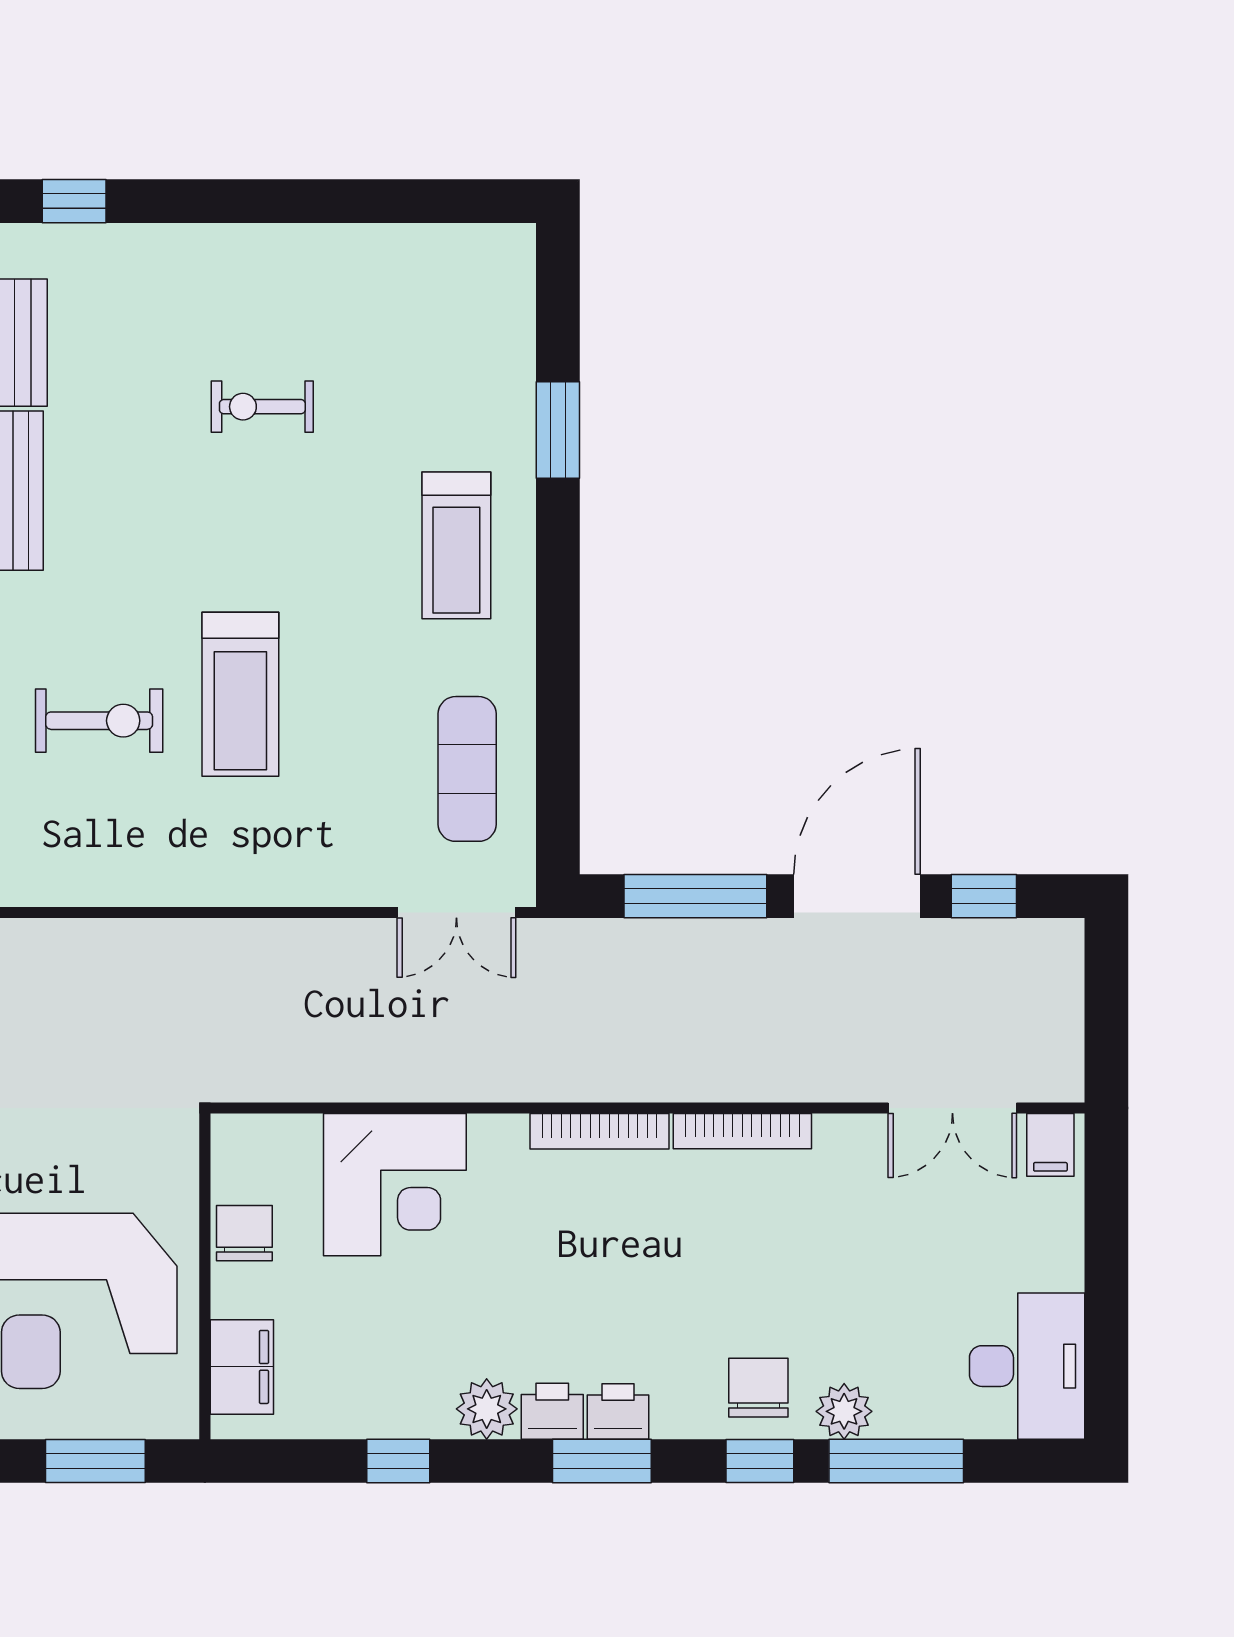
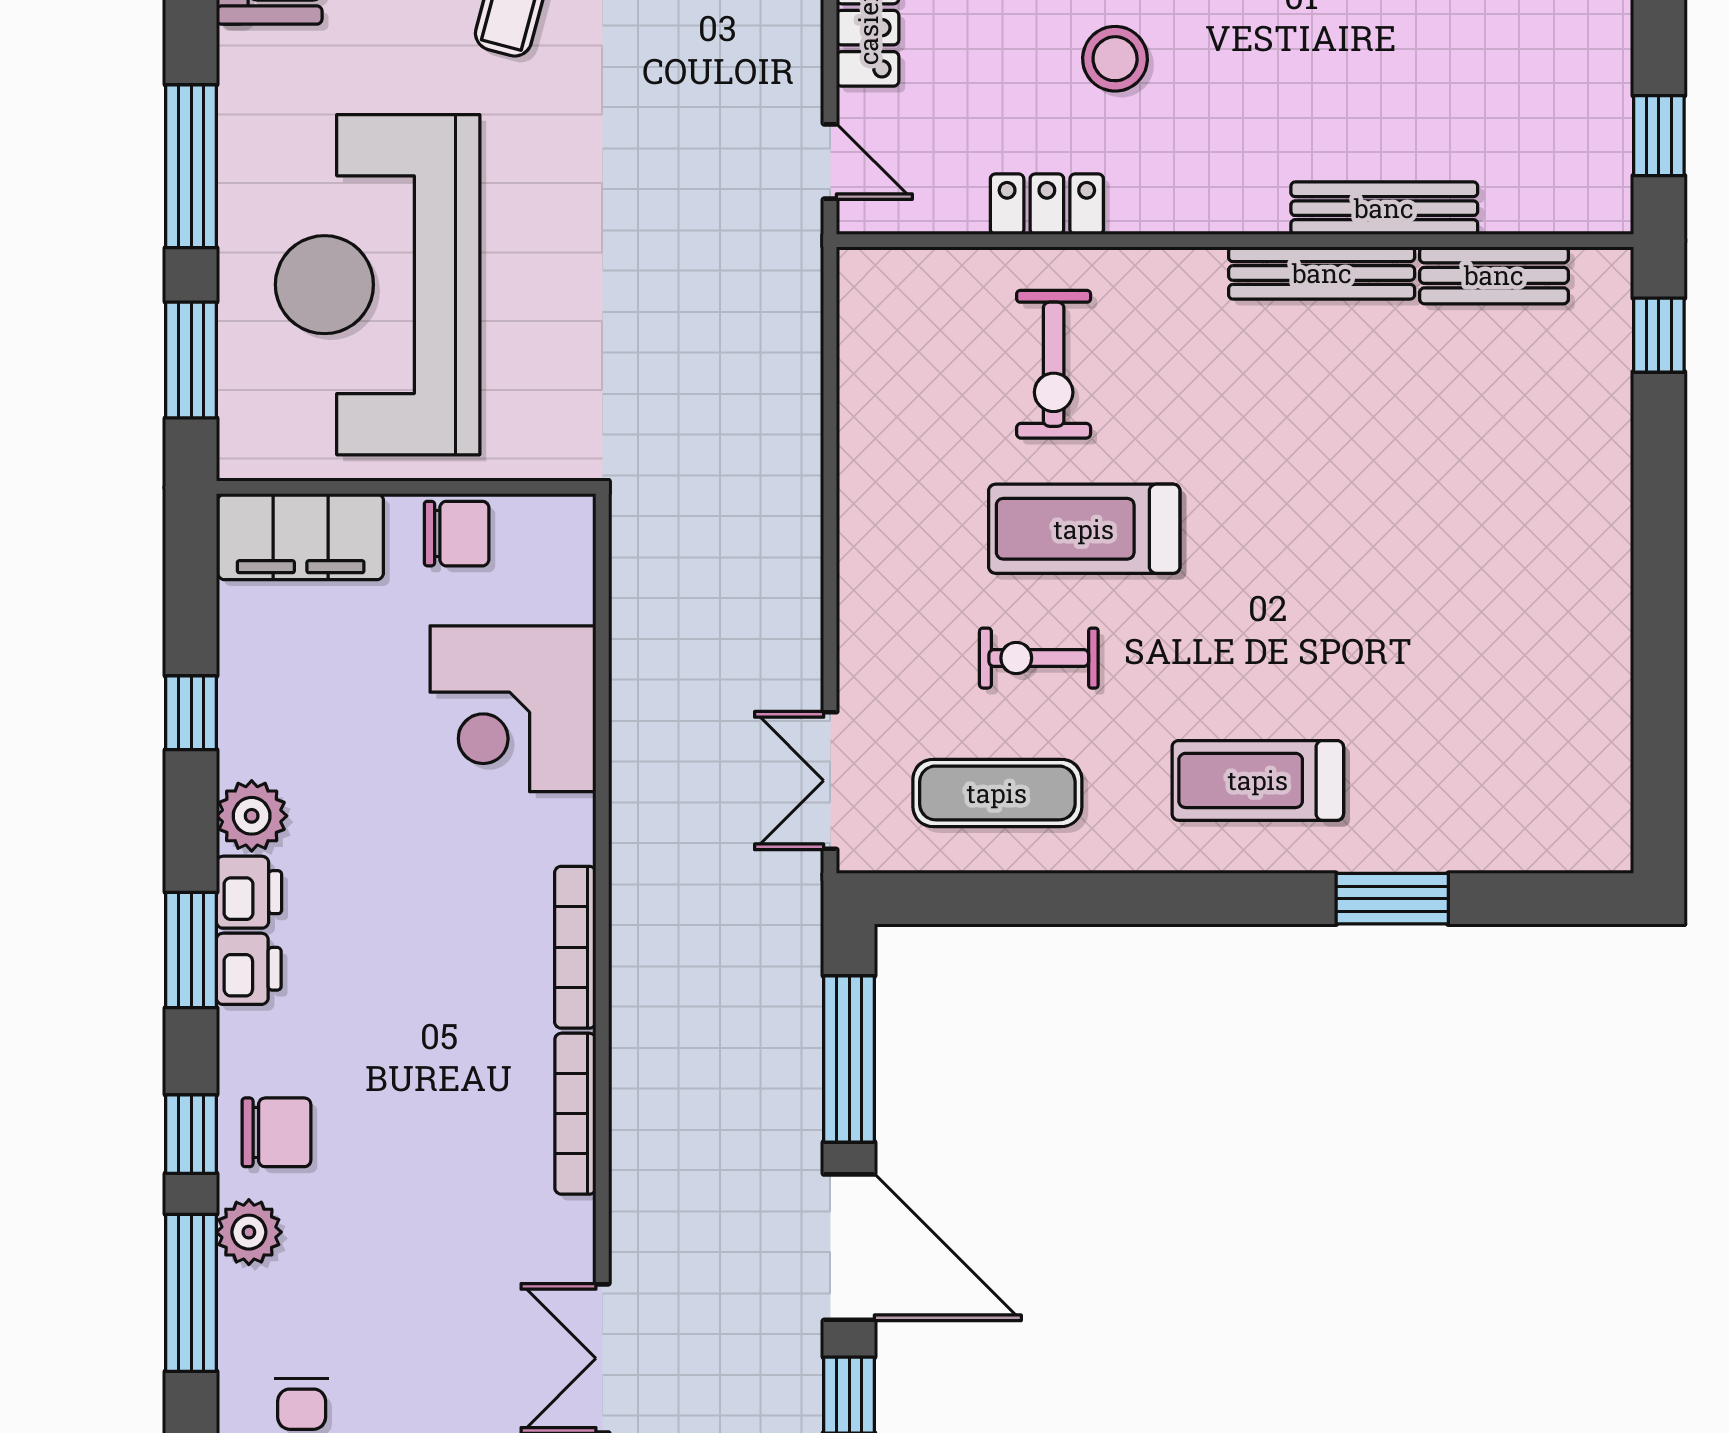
exercise bike: (262, 407) -> (1039, 658), moved, turned -90
filing cabinet: (242, 1367) -> (301, 537), width x1.50, depth x1.17

